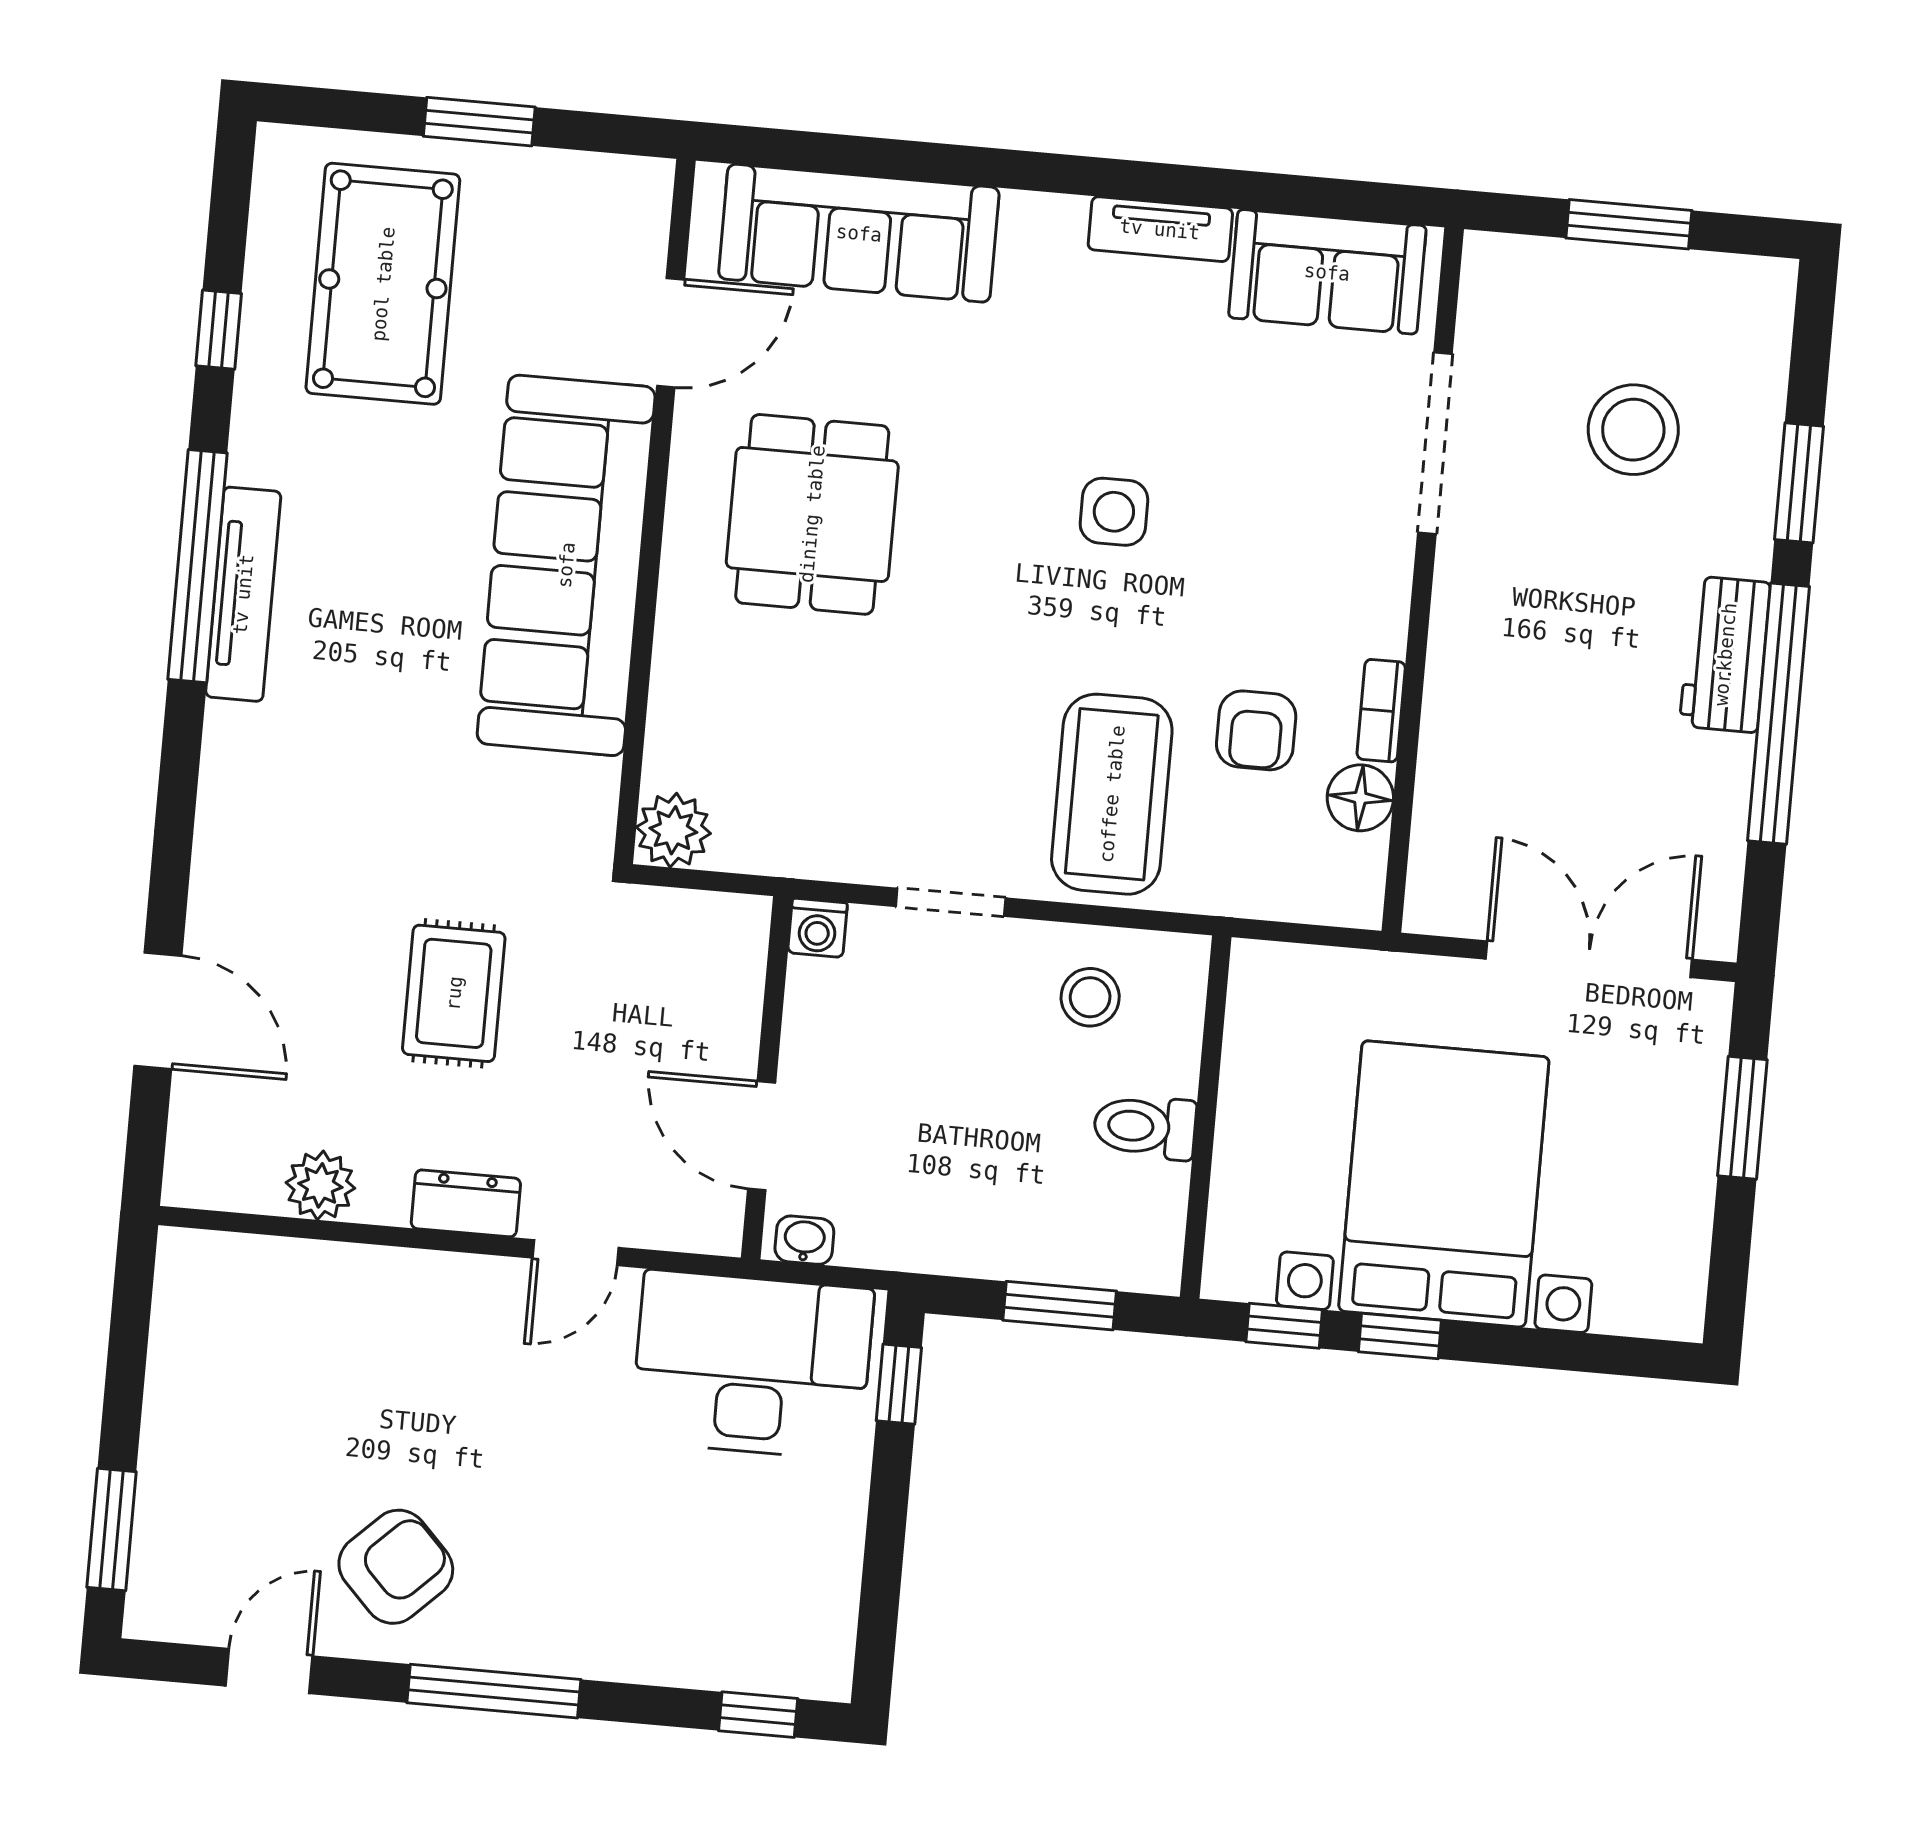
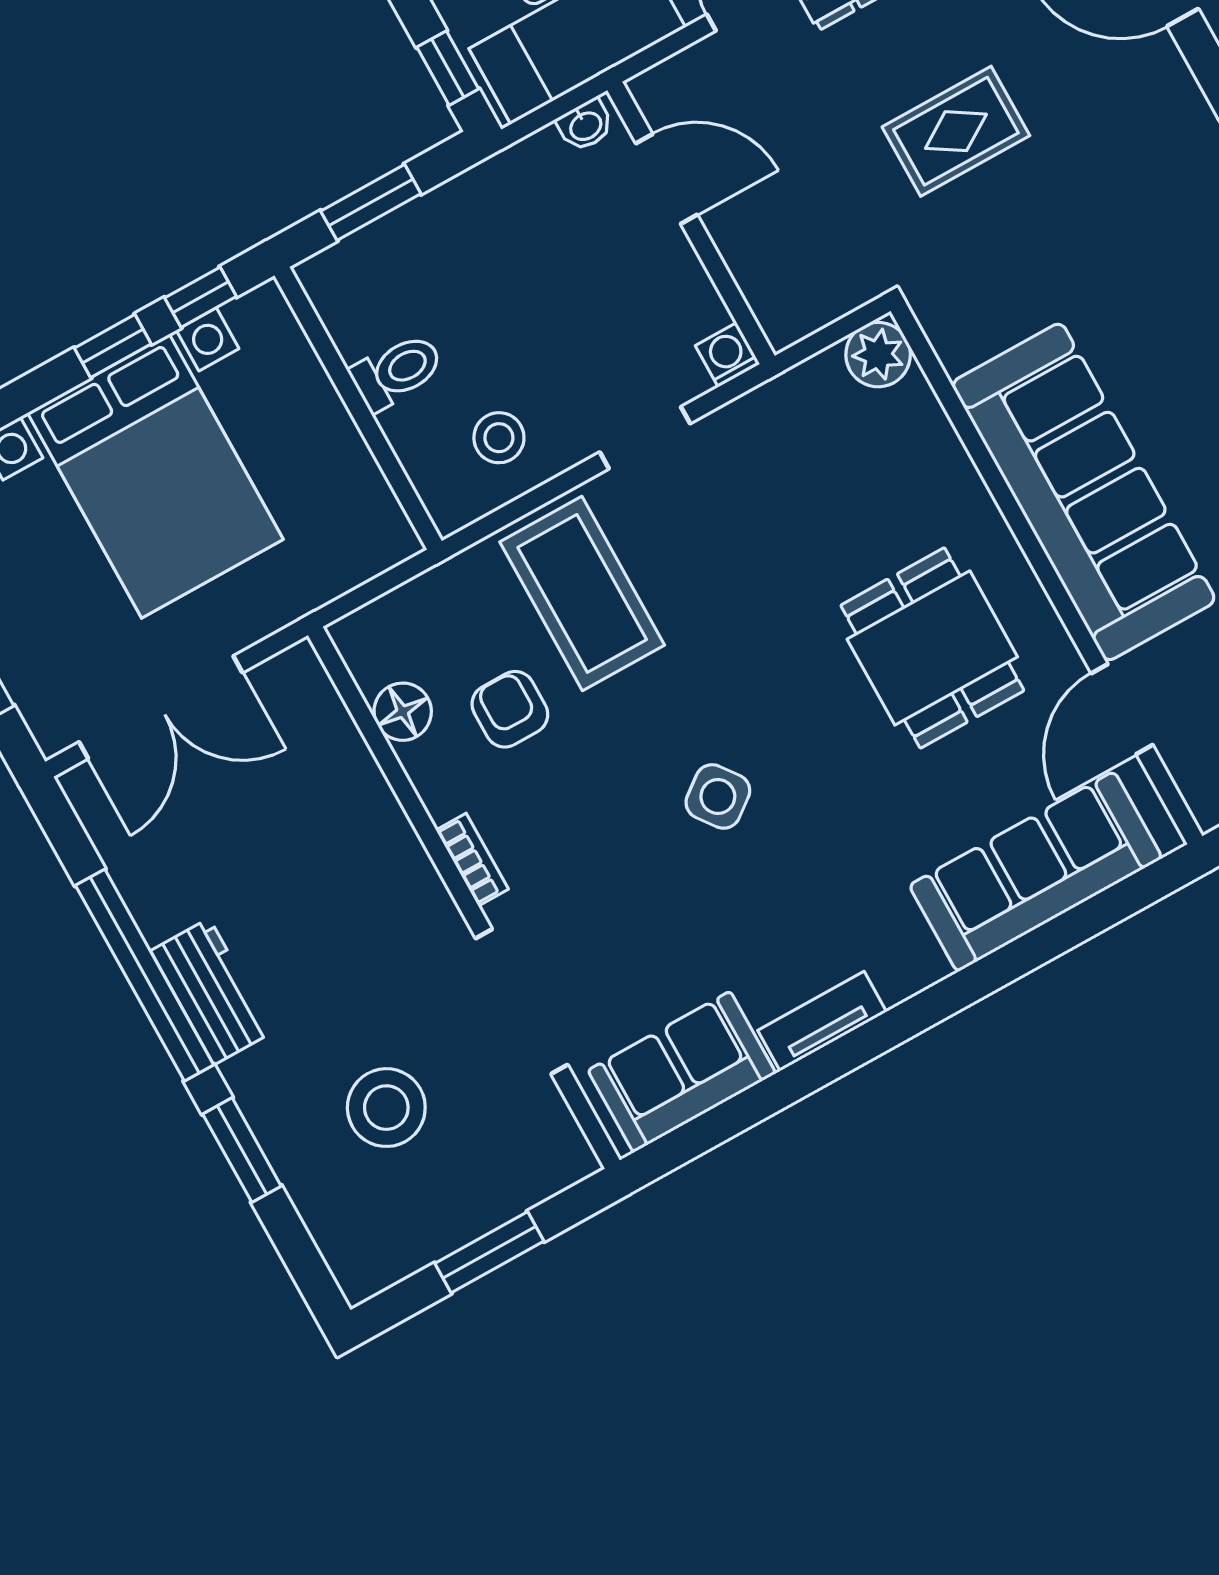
side table: (1114, 512) -> (718, 796), turned -37
bookcase: (1381, 711) -> (472, 860), moved
rug: (454, 993) -> (956, 131), turned 90

